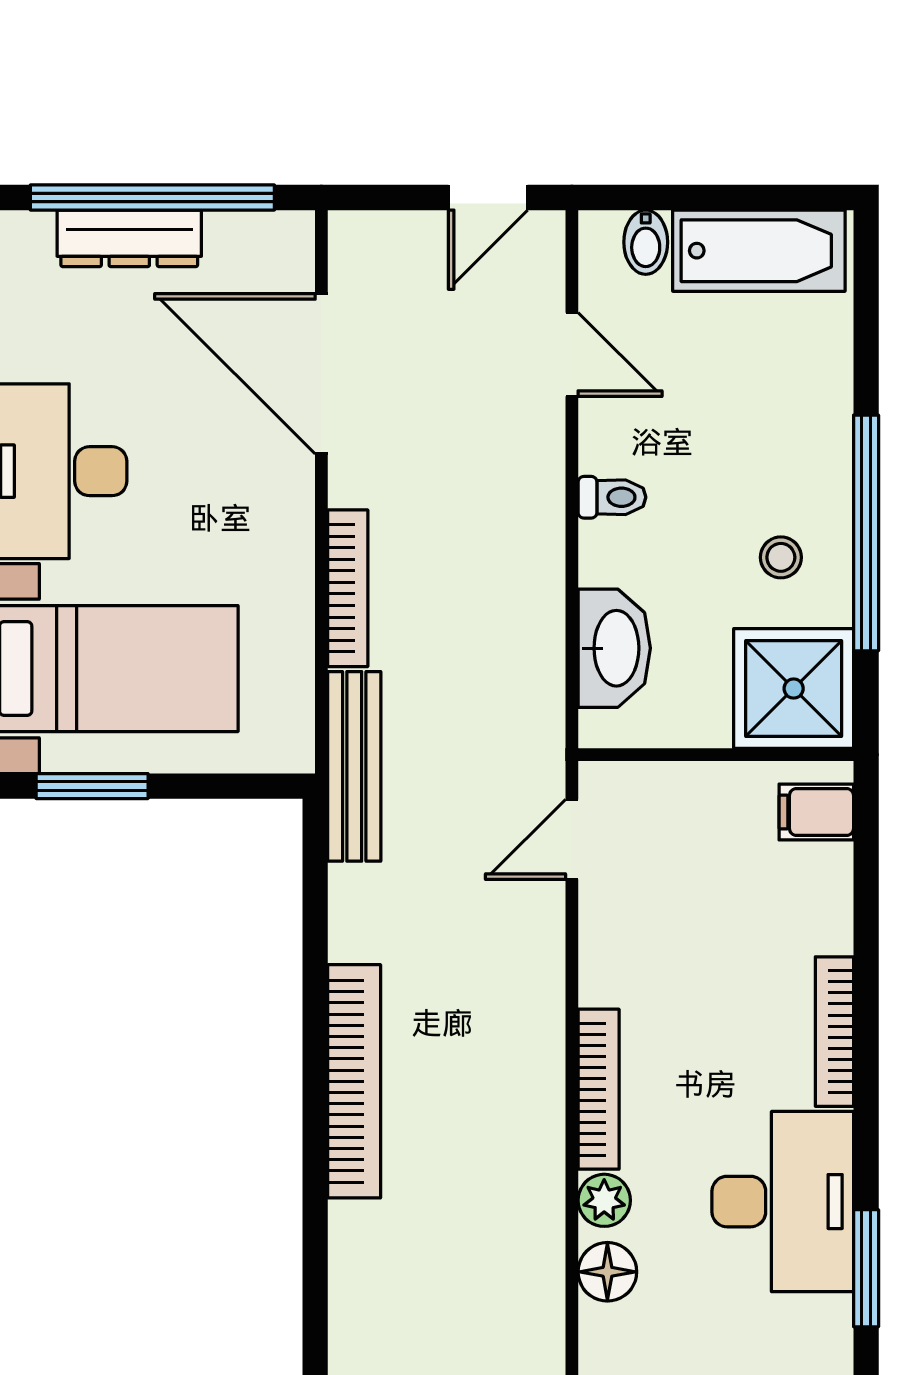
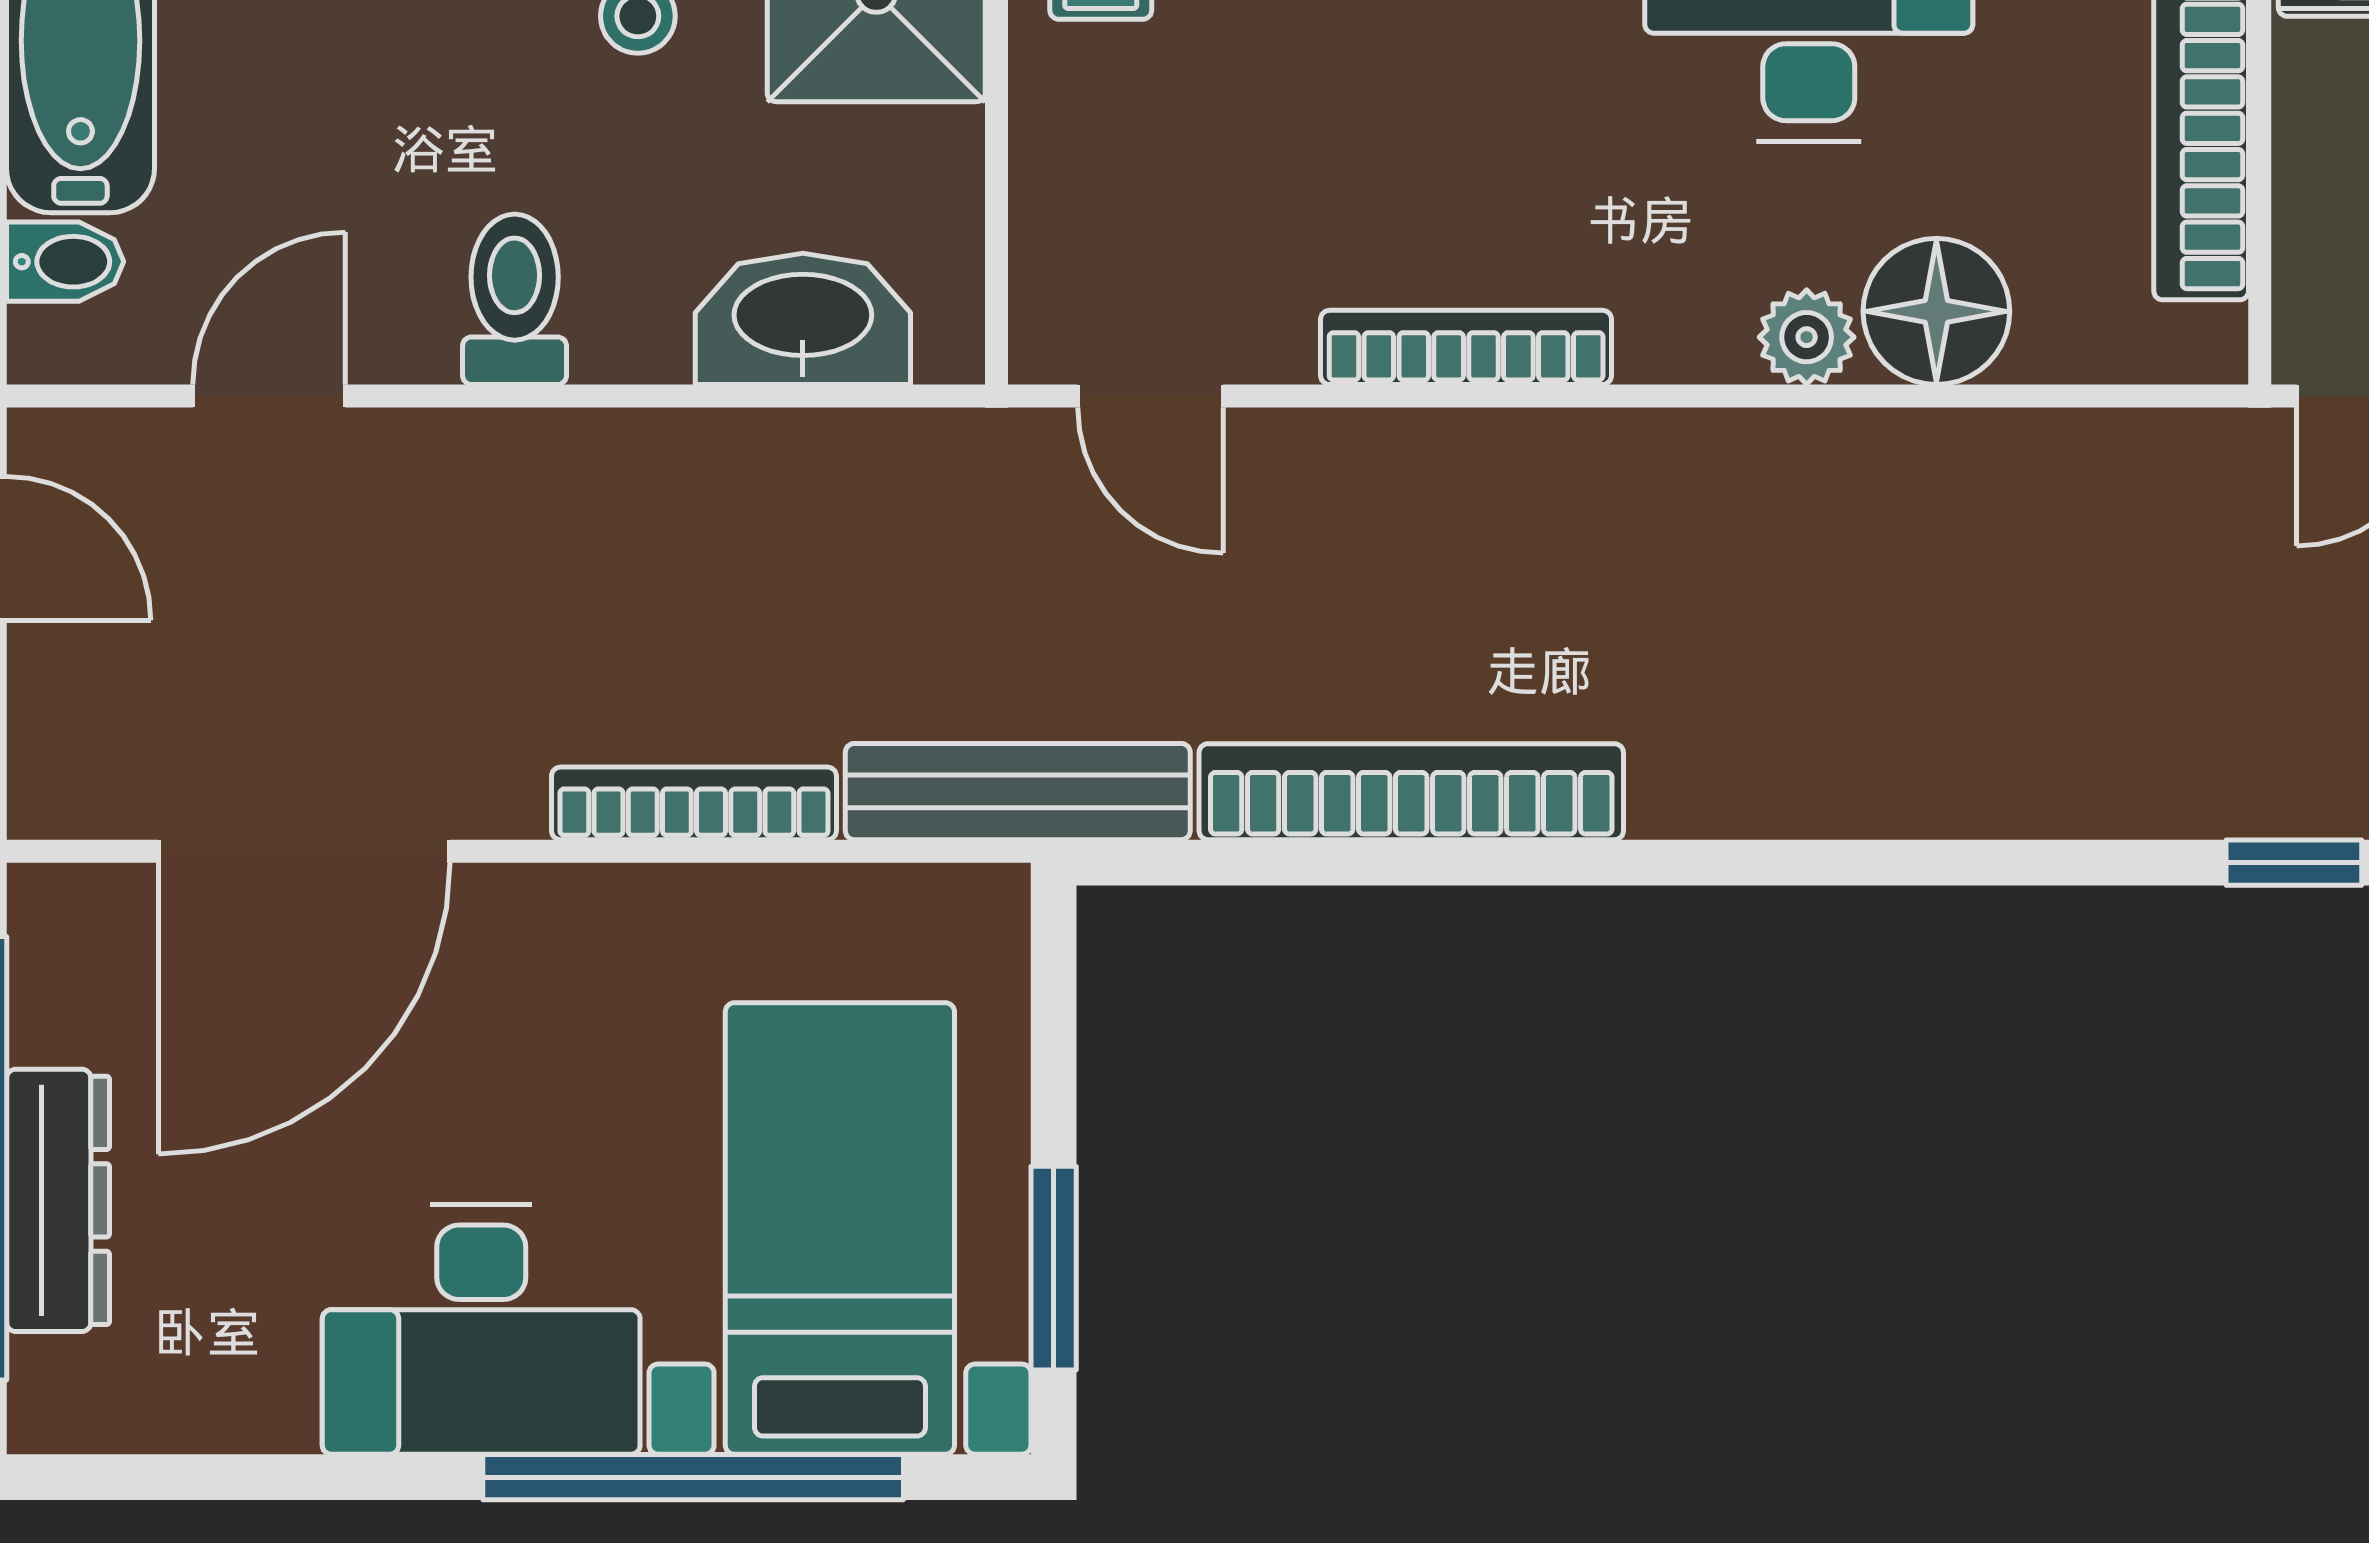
toilet: (612, 497) -> (515, 299), width x1.37, depth x1.39
bookcase: (354, 1081) -> (1411, 792), moved
bookcase: (599, 1089) -> (1466, 347), moved
floor lamp: (607, 1272) -> (1936, 311), width x1.38, depth x1.38

